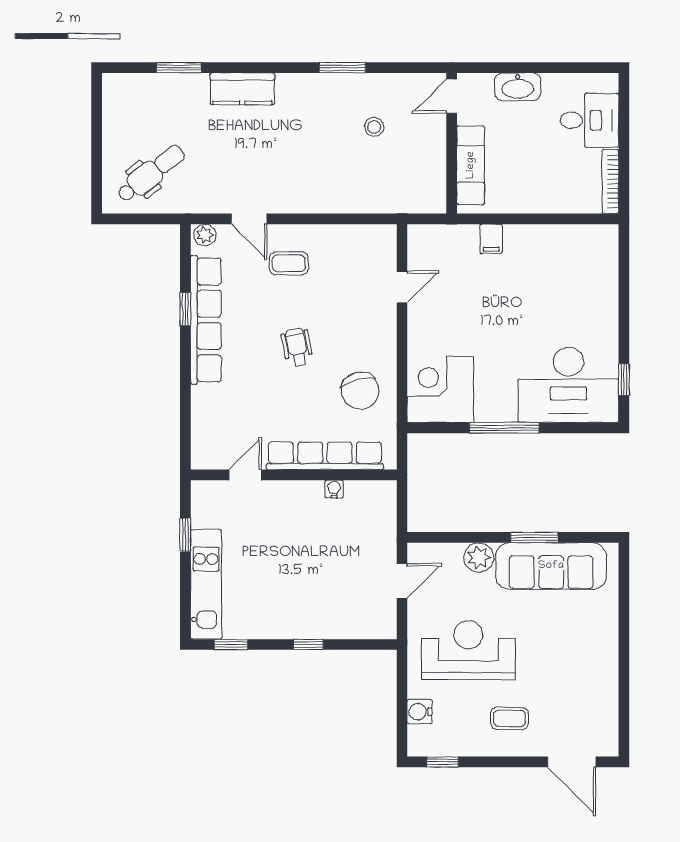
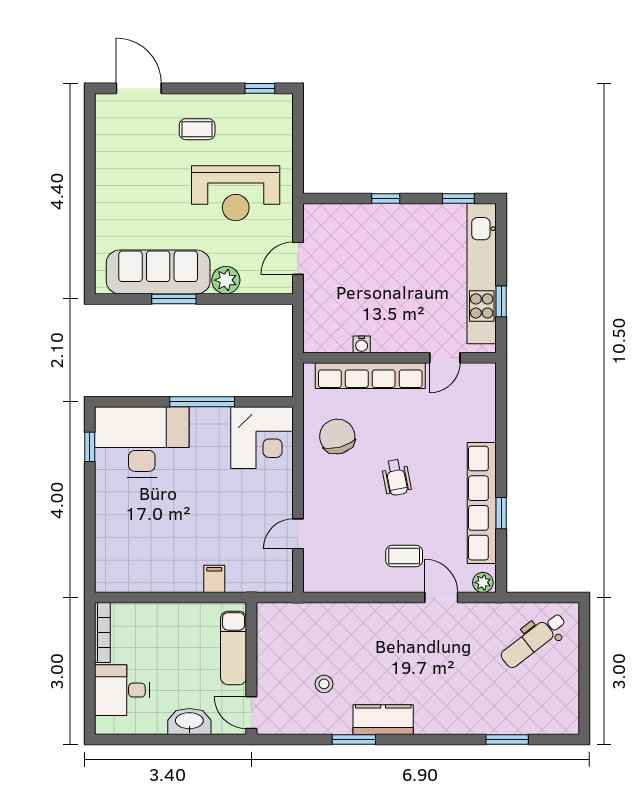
kitchen counter: (242, 89) -> (383, 720), moved
door: (452, 96) -> (251, 713), swing flipped
kitchen unit: (206, 584) -> (482, 274), width x1.36
water cooler: (419, 712) -> (281, 136), removed

